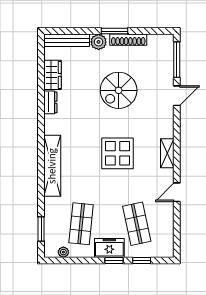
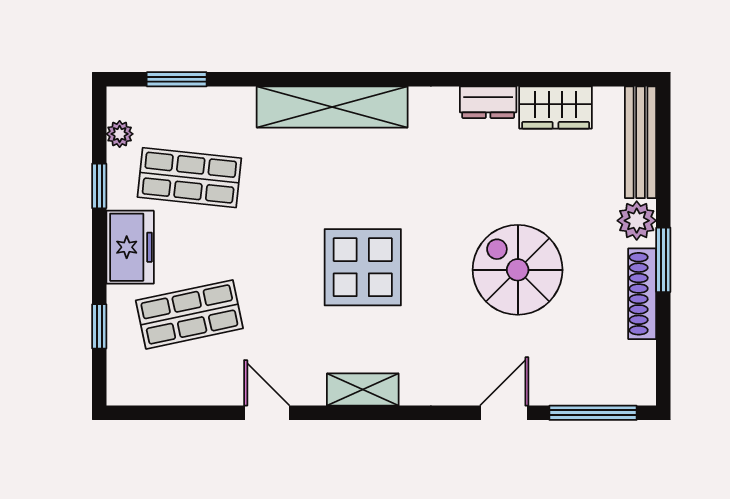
door: (177, 96) -> (504, 413), swing flipped
window: (114, 260) -> (99, 186), moved

